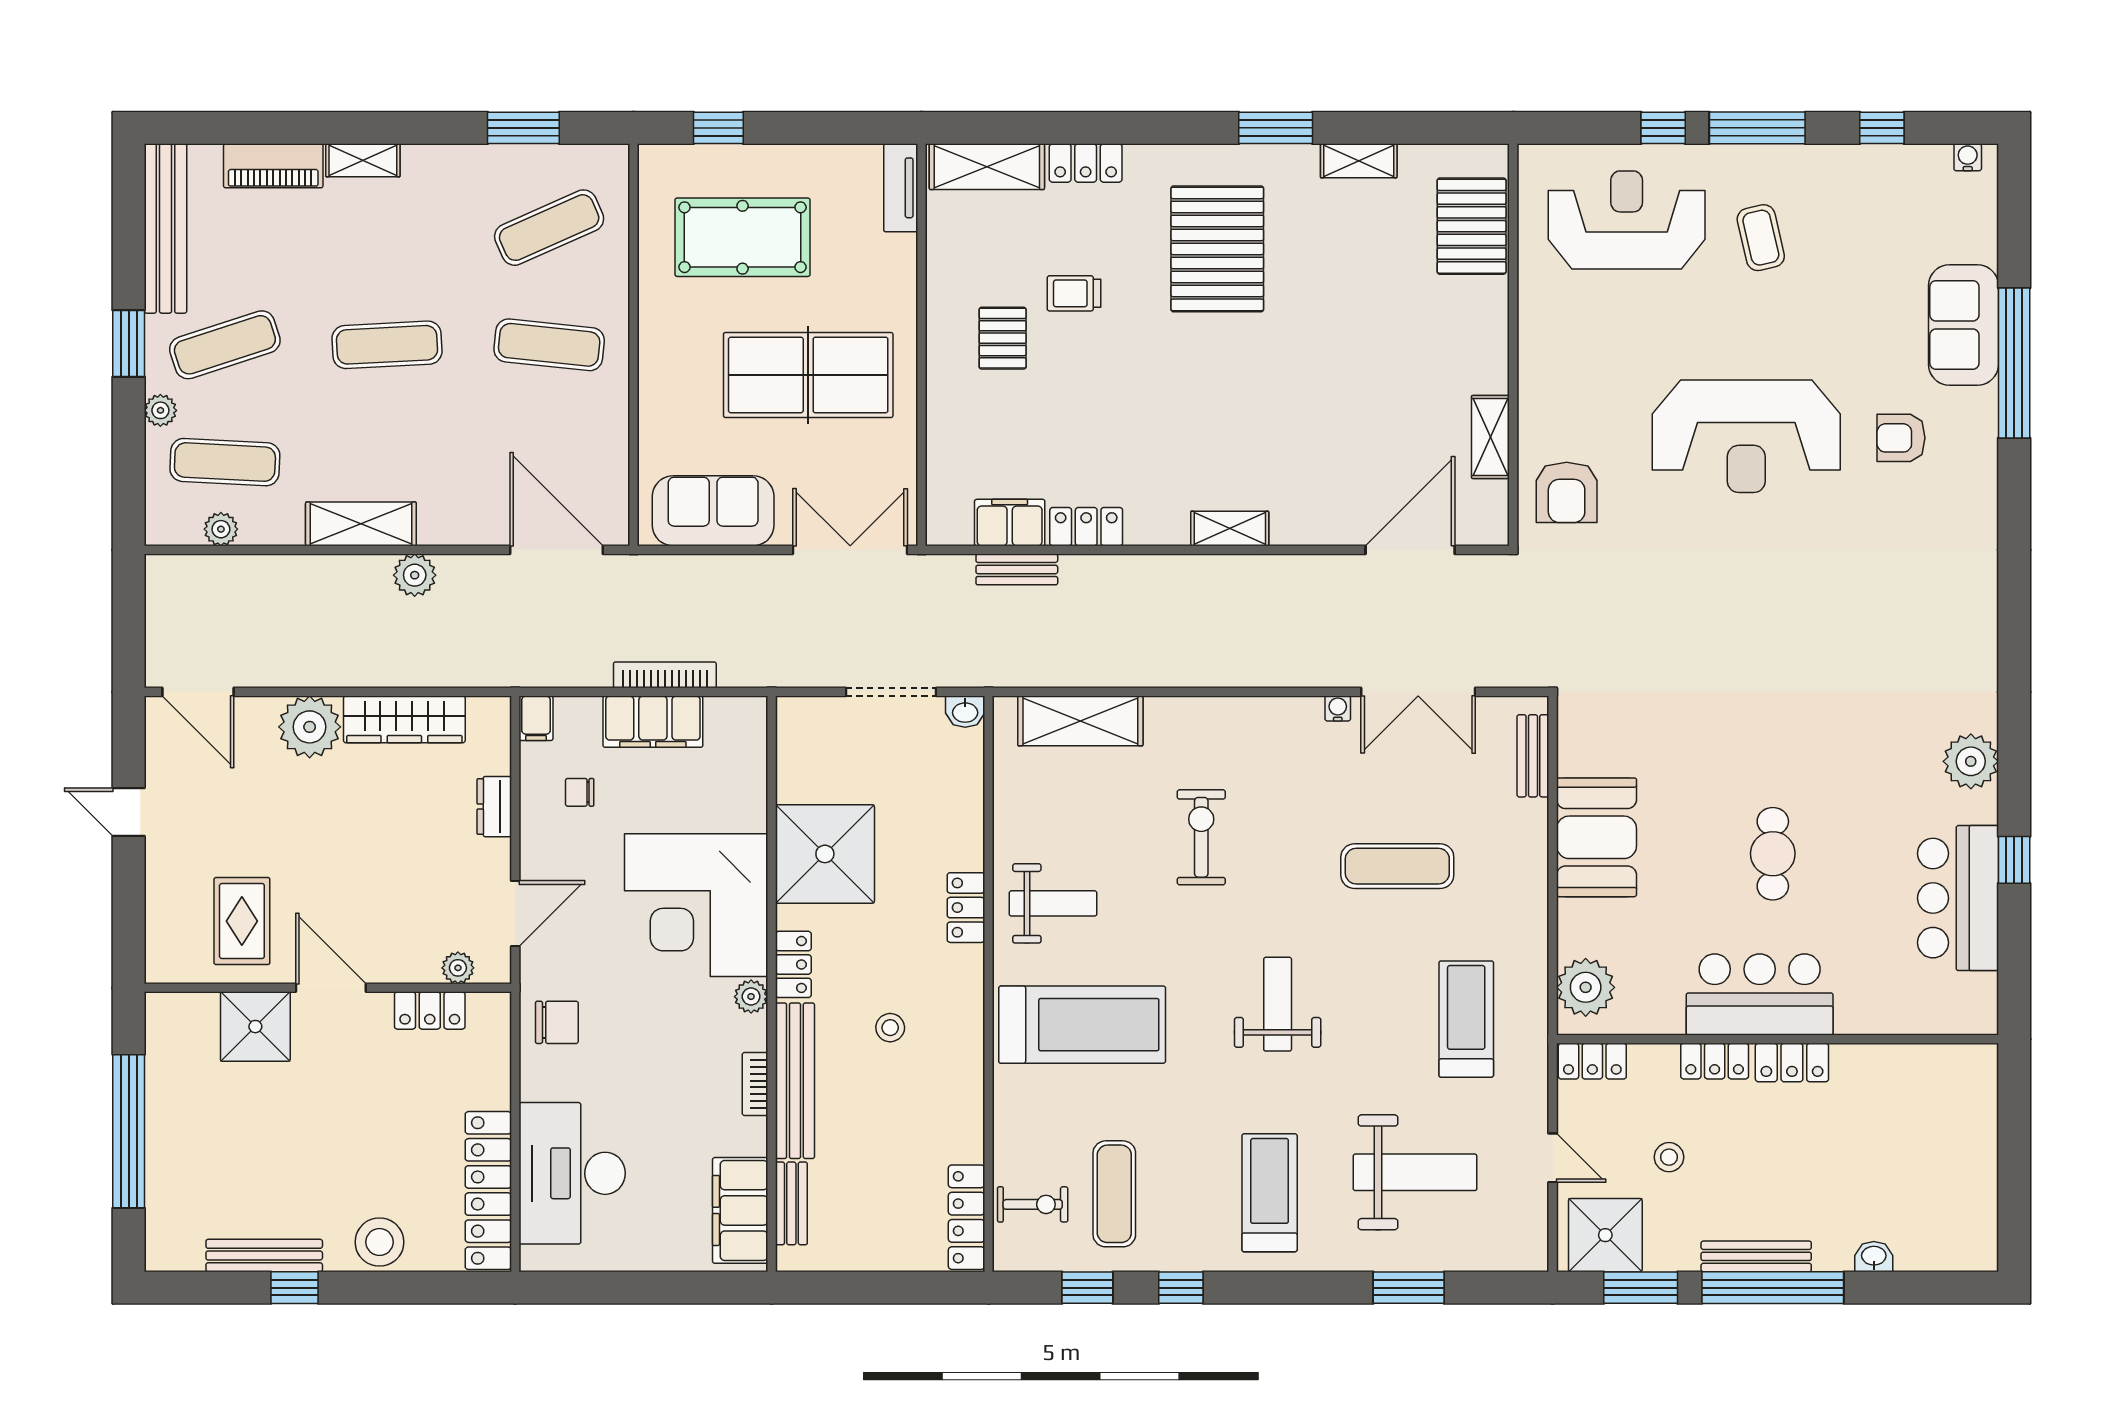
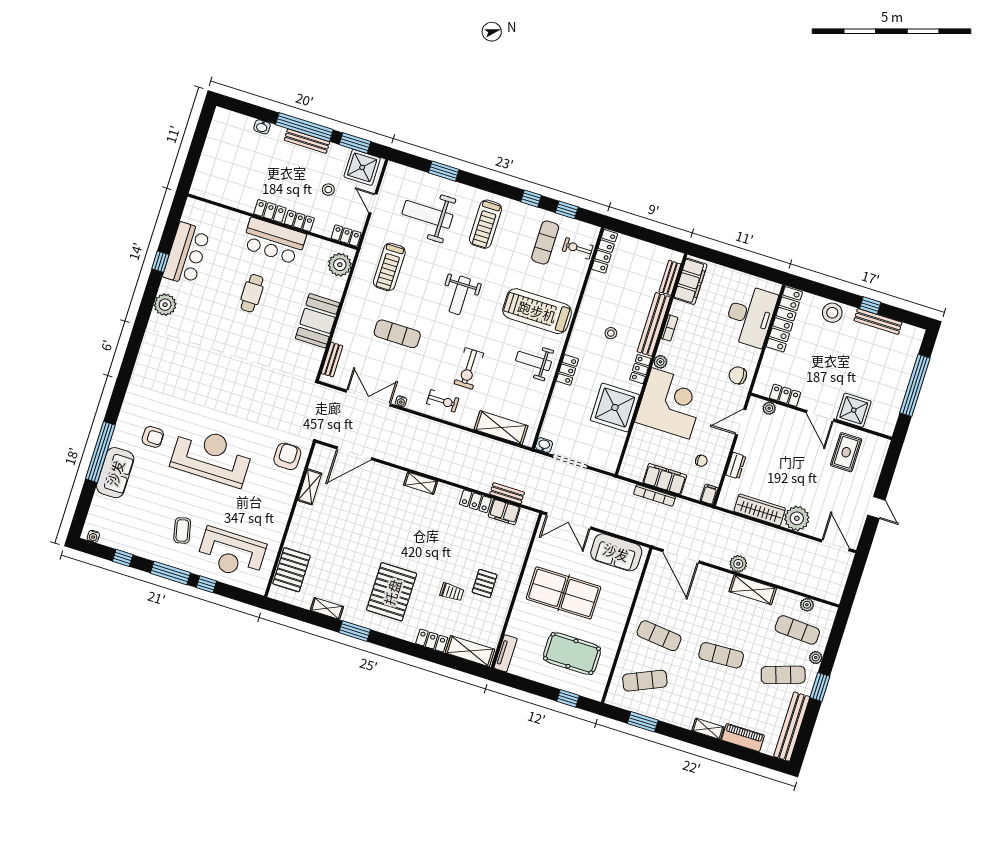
exercise bike: (1239, 741) -> (443, 401), added

